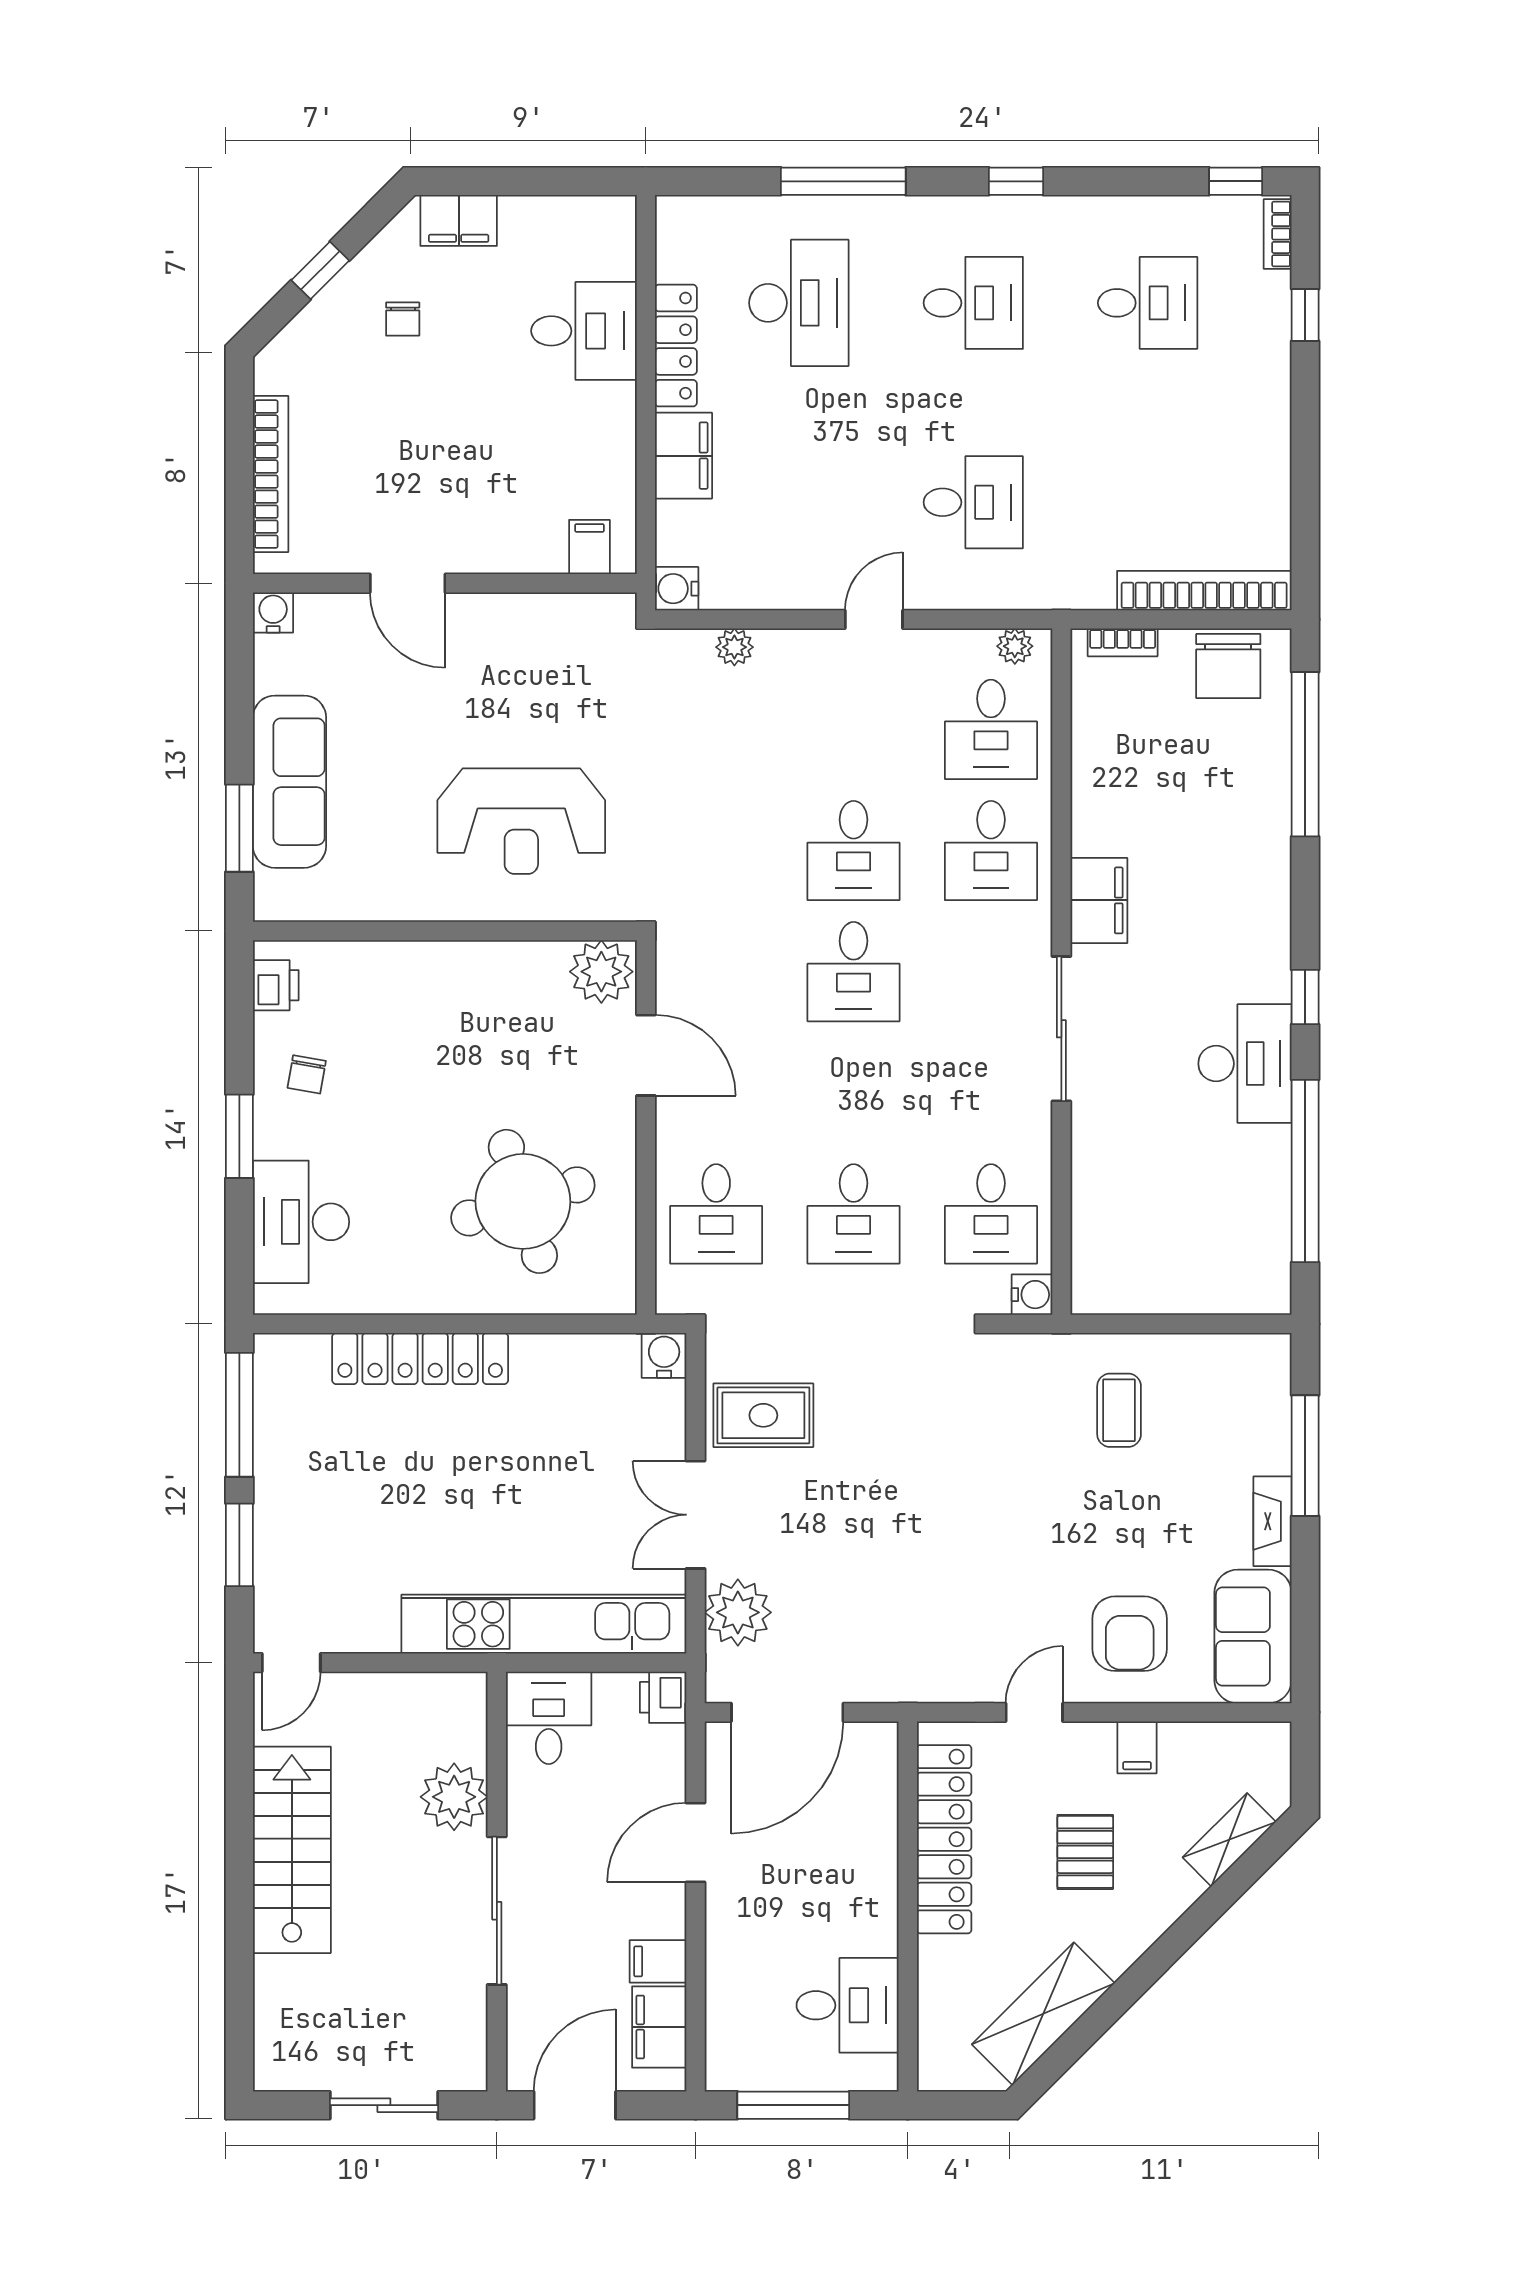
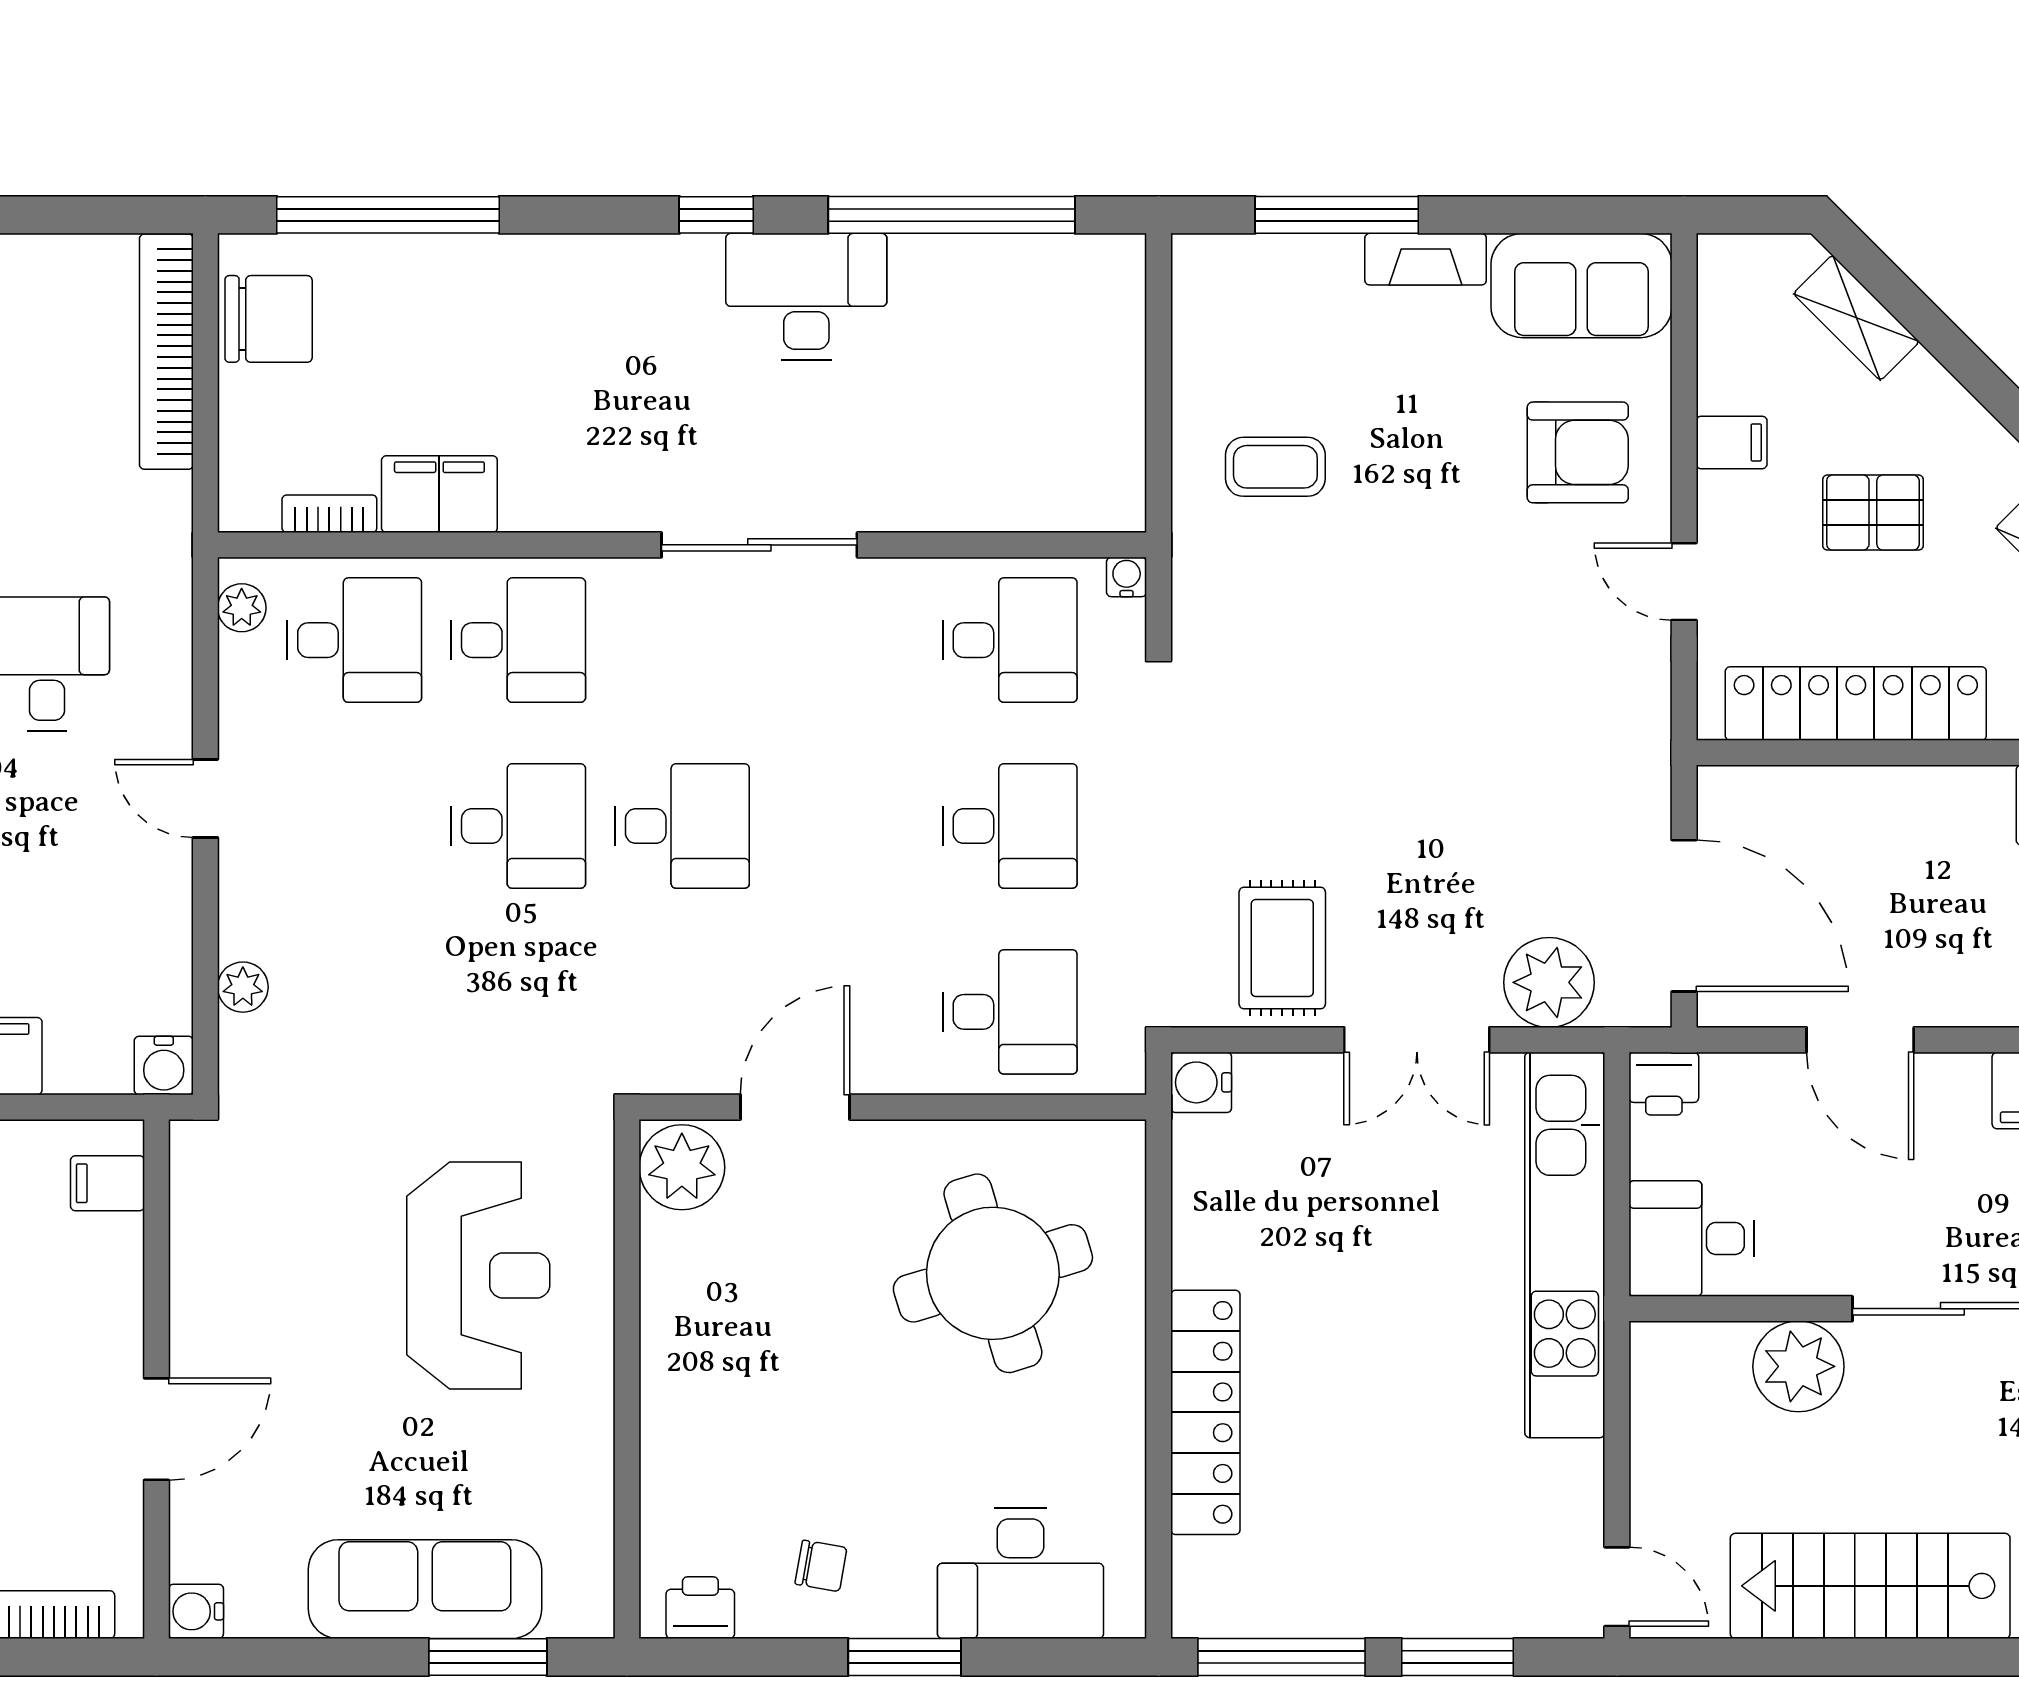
bookcase: (1123, 642) -> (329, 514), moved, turned -90
filing cabinet: (1099, 900) -> (439, 494), moved
water cooler: (1032, 1295) -> (1127, 577), width x0.72, depth x0.72

